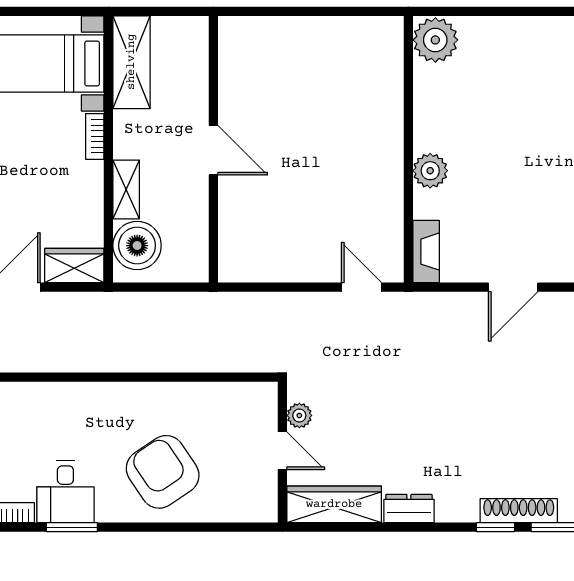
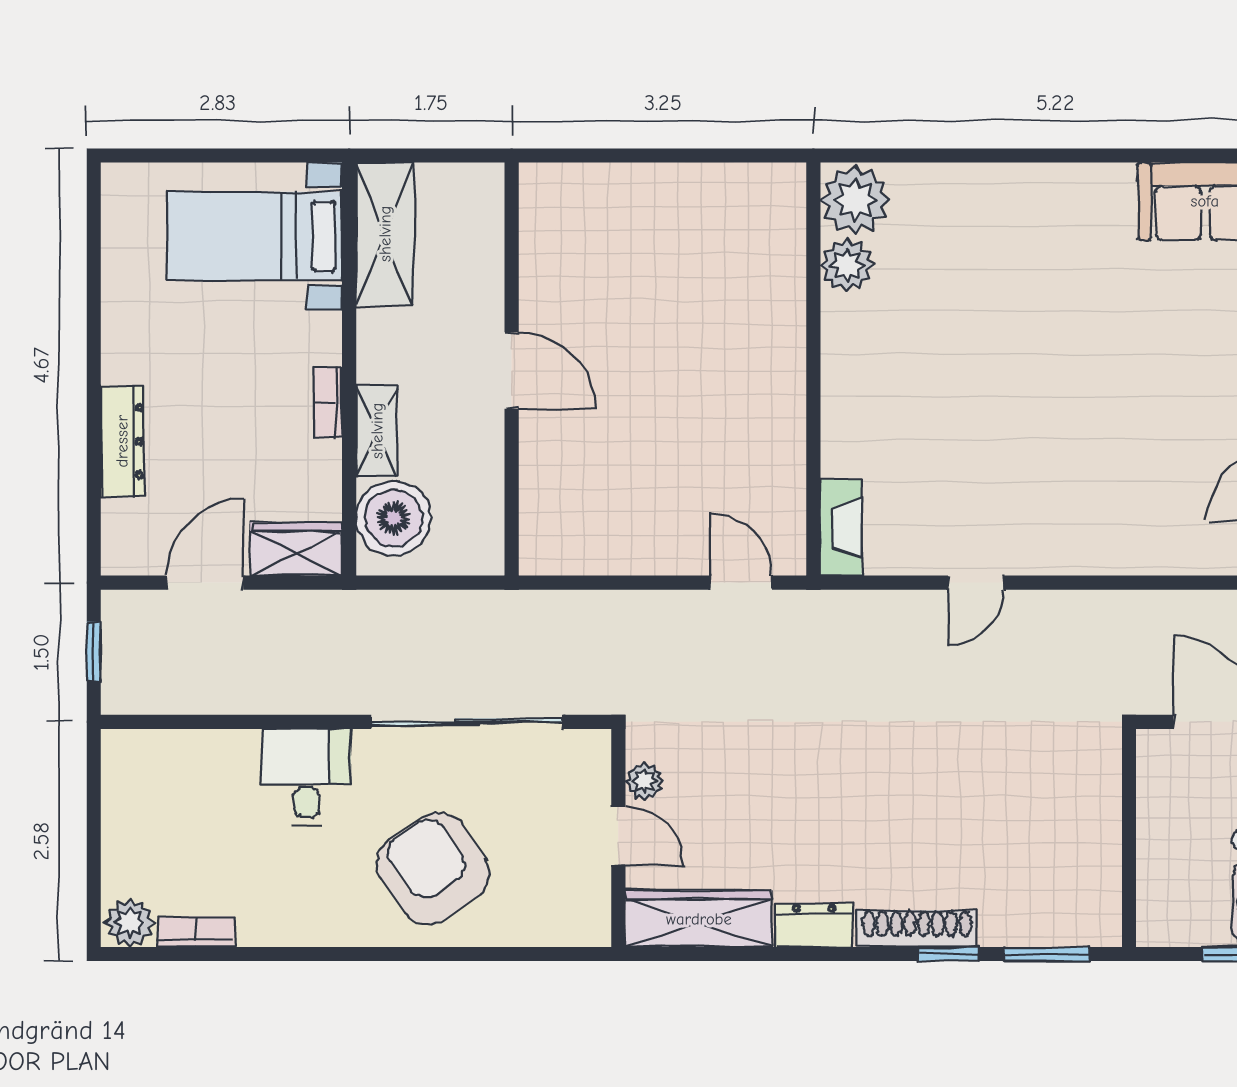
bookcase: (95, 136) -> (328, 402), moved
plant: (430, 171) -> (847, 265), moved
door: (513, 287) -> (976, 583), width x0.73
sliding door: (184, 377) -> (467, 722), added
desk: (65, 492) -> (306, 777), moved, turned 180
shoe rack: (519, 511) -> (917, 929), moved
window: (72, 527) -> (292, 954), removed

